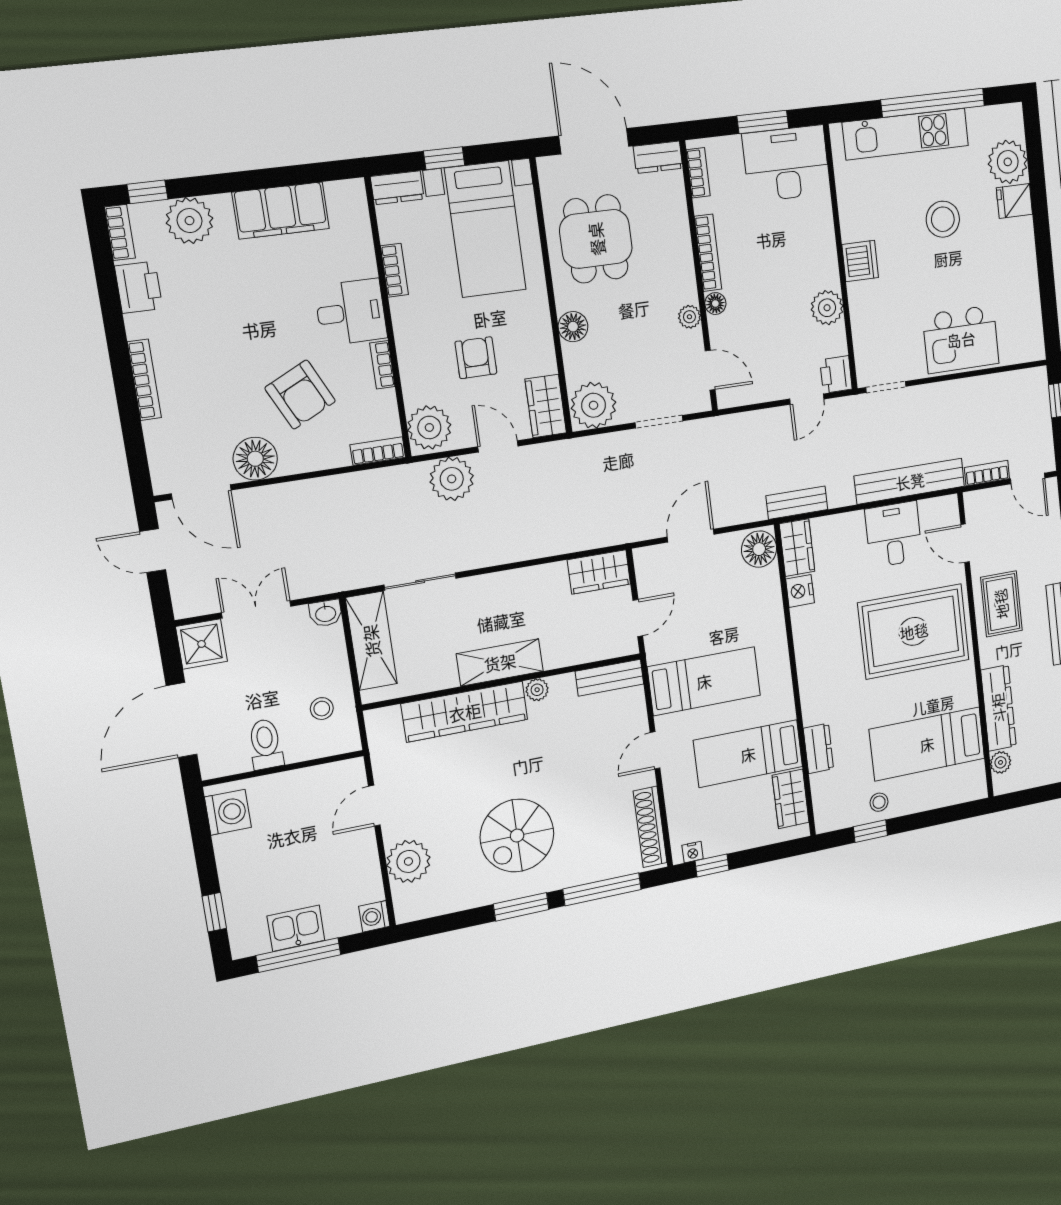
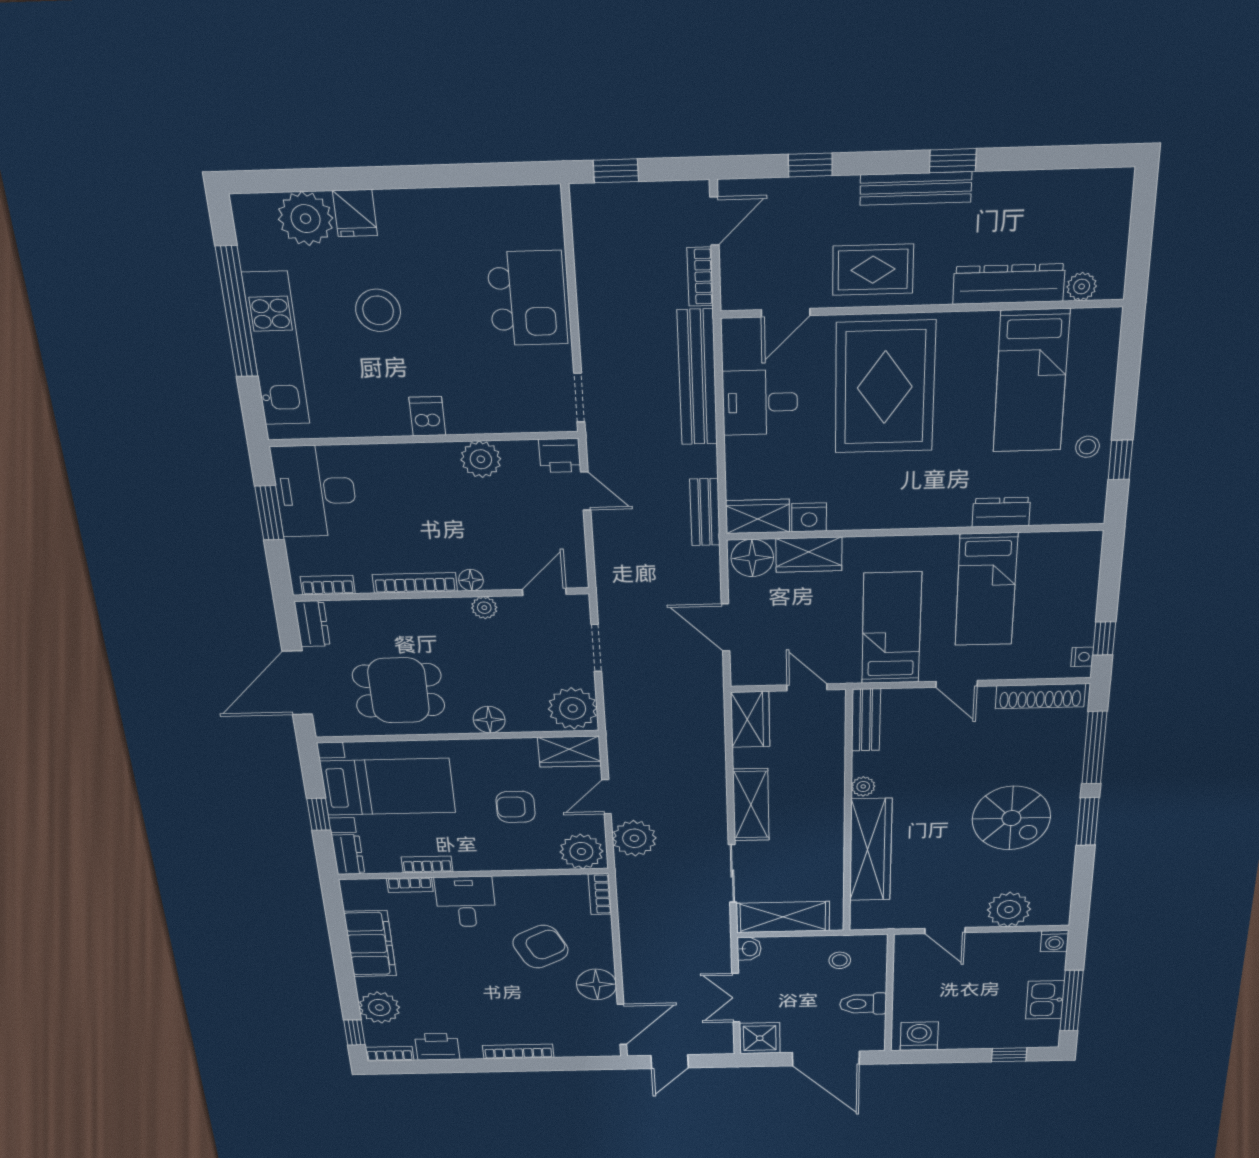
dishwasher: (860, 261) -> (427, 416), width x0.73
bookcase: (382, 365) -> (410, 885), moved
shelving: (500, 662) -> (751, 805), moved
wardrobe: (791, 799) -> (809, 555), moved

